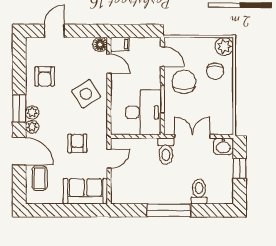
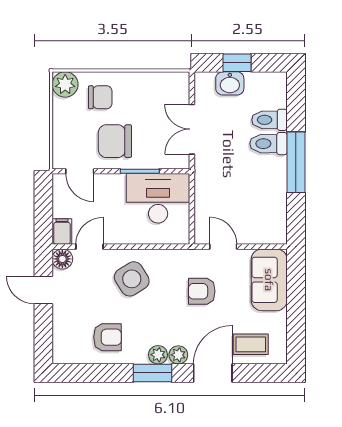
door: (54, 31) -> (43, 290), moved
door: (162, 57) -> (80, 171), swing flipped
washbasin: (223, 146) -> (230, 83), moved, turned 90
toilet: (166, 151) -> (269, 144), moved, turned 180

